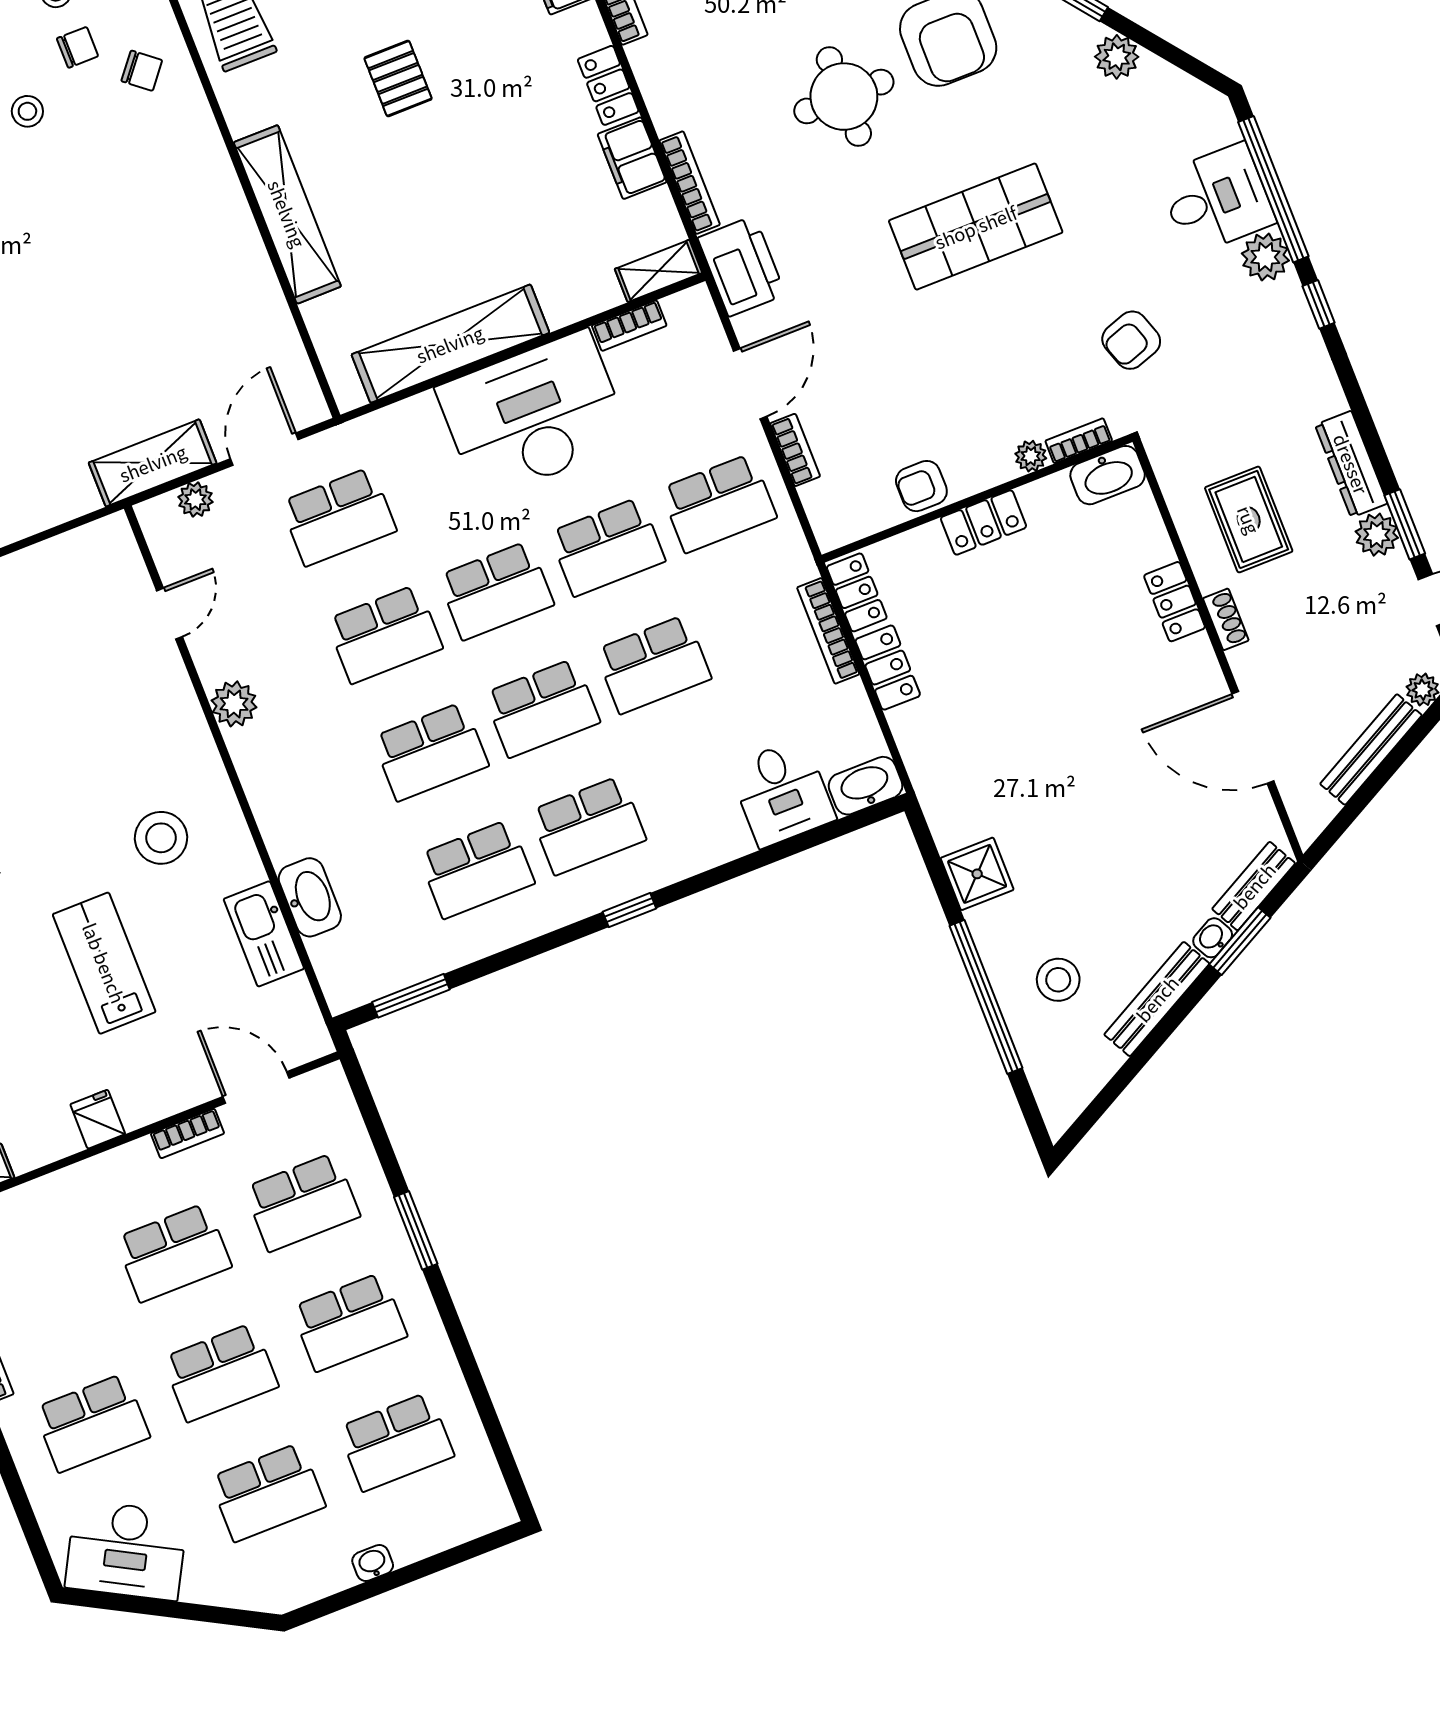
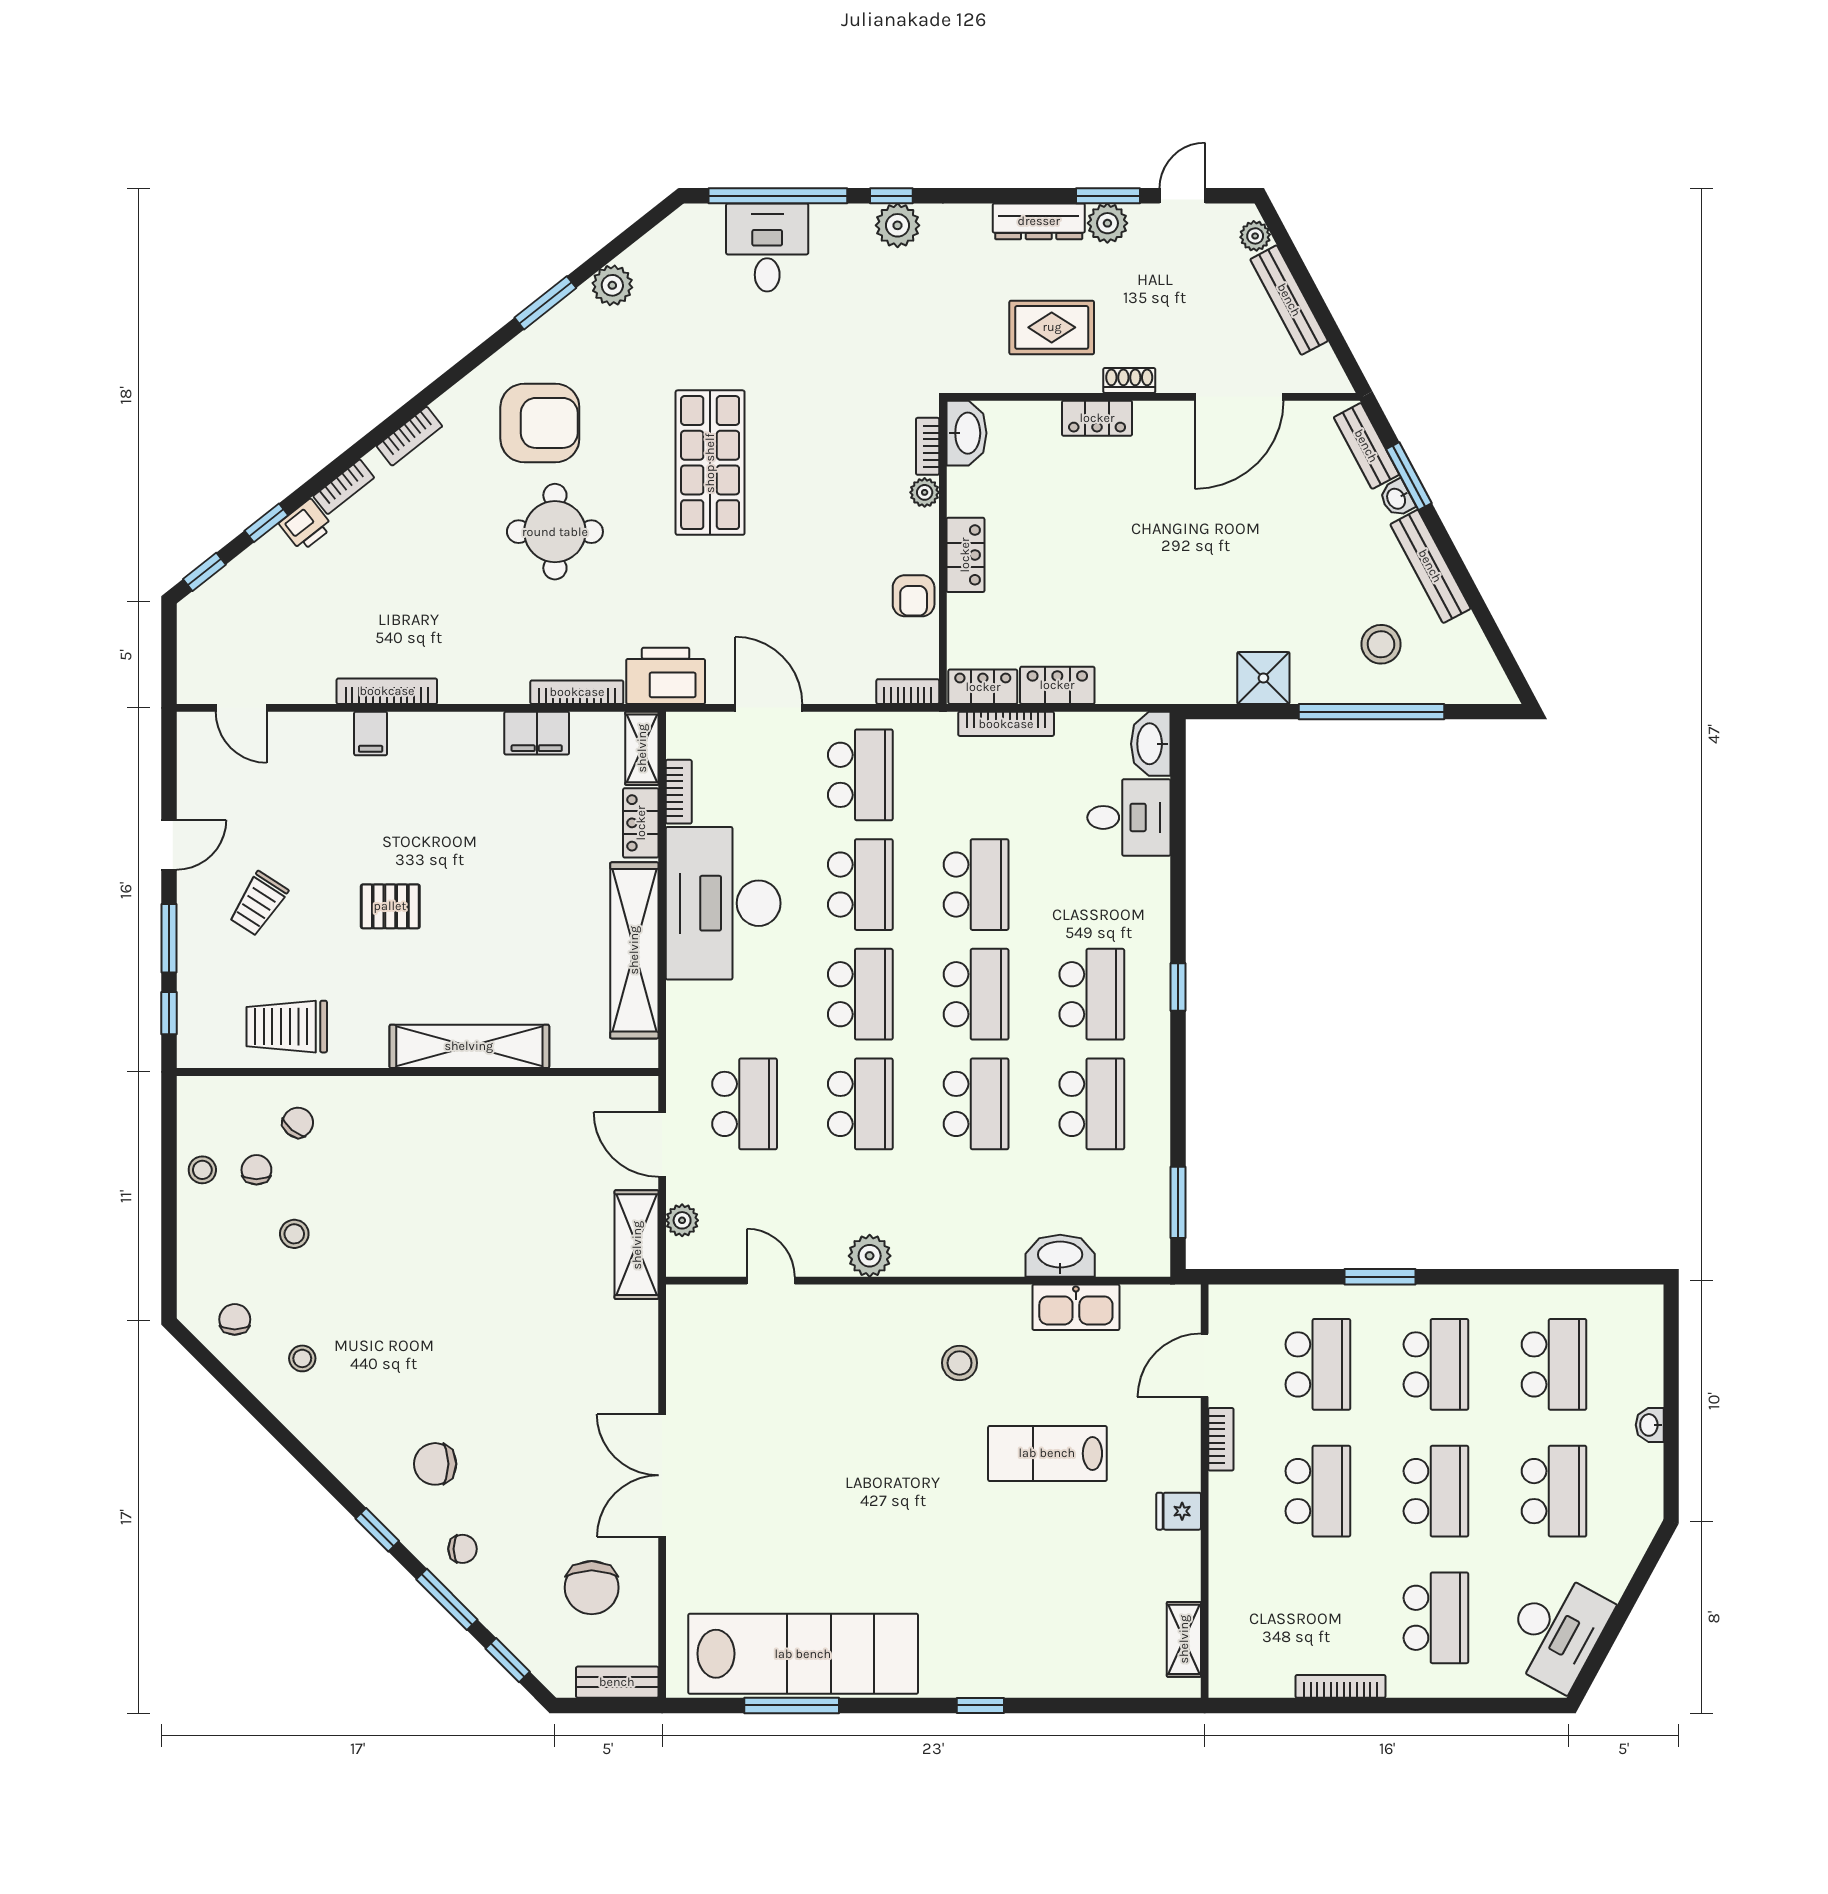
locker: (608, 85) -> (641, 823), moved, turned 90
plant: (1265, 257) -> (898, 225), moved
armchair: (1131, 340) -> (859, 368), removed
bookcase: (795, 450) -> (908, 692), moved
stool: (161, 838) -> (960, 1363), width x0.73, depth x0.73

